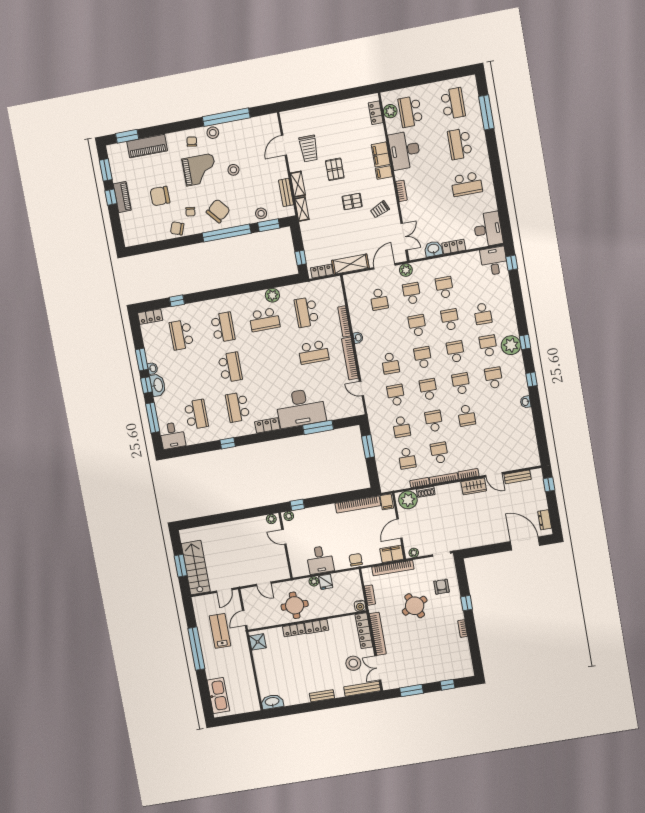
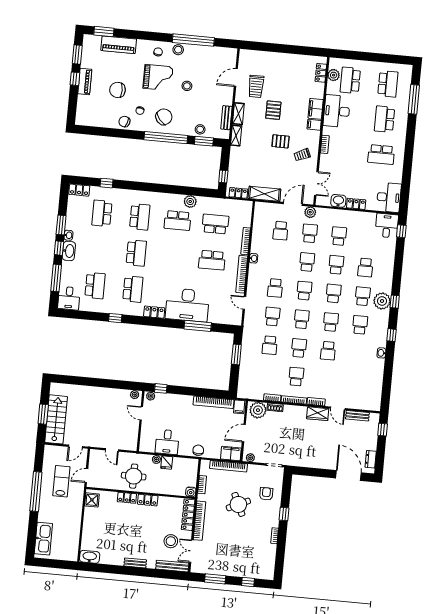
school desk: (306, 312) -> (215, 224), turned 90
school desk: (238, 407) -> (133, 289), turned 180
school desk: (407, 458) -> (267, 374), removed

